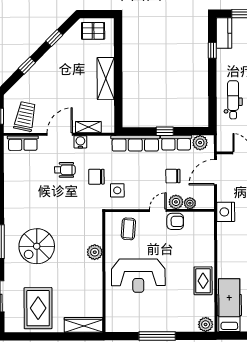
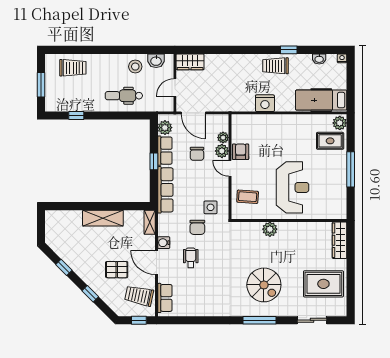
pallet: (93, 31) -> (117, 270), moved, turned 90
kitchen counter: (224, 33) -> (60, 104), removed
shelving: (88, 127) -> (150, 222), moved
nightstand: (226, 212) -> (265, 103), moved
rug: (203, 281) -> (330, 141), moved

